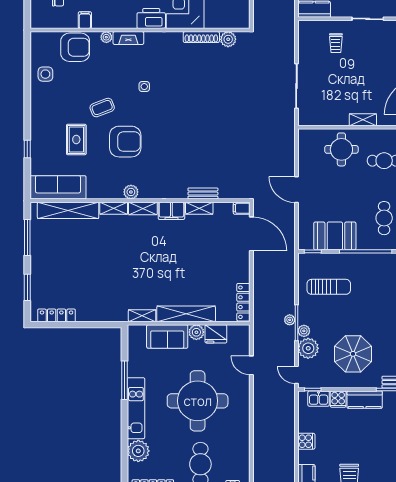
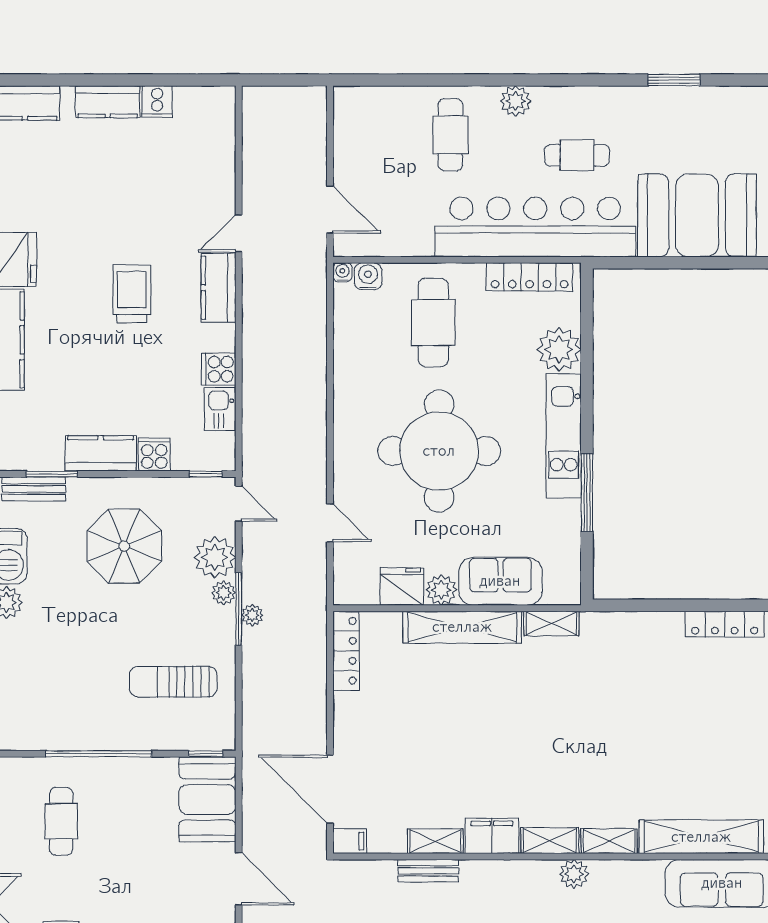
booth: (335, 236) -> (207, 799), moved, turned 90
kitchen sink: (319, 399) -> (220, 409), moved, turned -90

